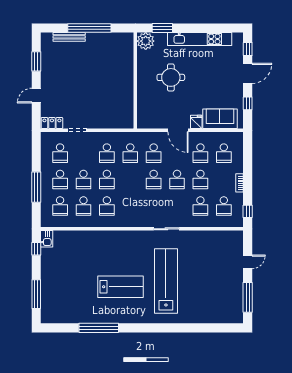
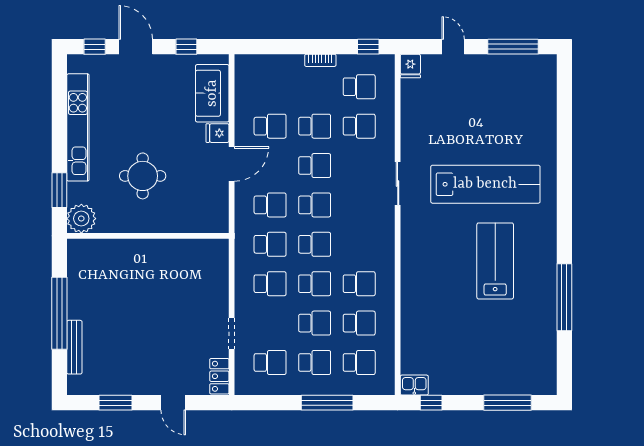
school desk: (224, 153) -> (315, 244), moved
fridge: (236, 236) -> (410, 66), added
lab bench: (166, 281) -> (485, 184), turned 180

